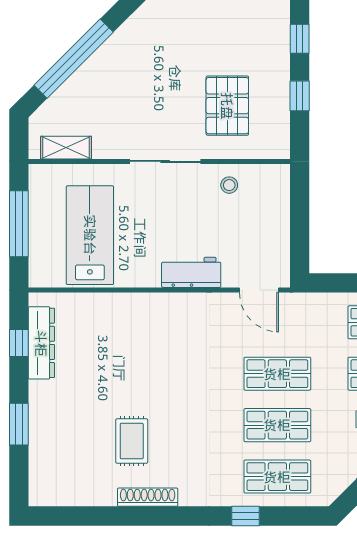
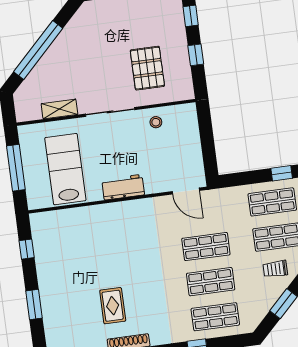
shelving: (66, 148) -> (59, 109), moved
workbench: (191, 272) -> (123, 187), moved
dresser: (41, 343) -> (42, 247), removed

